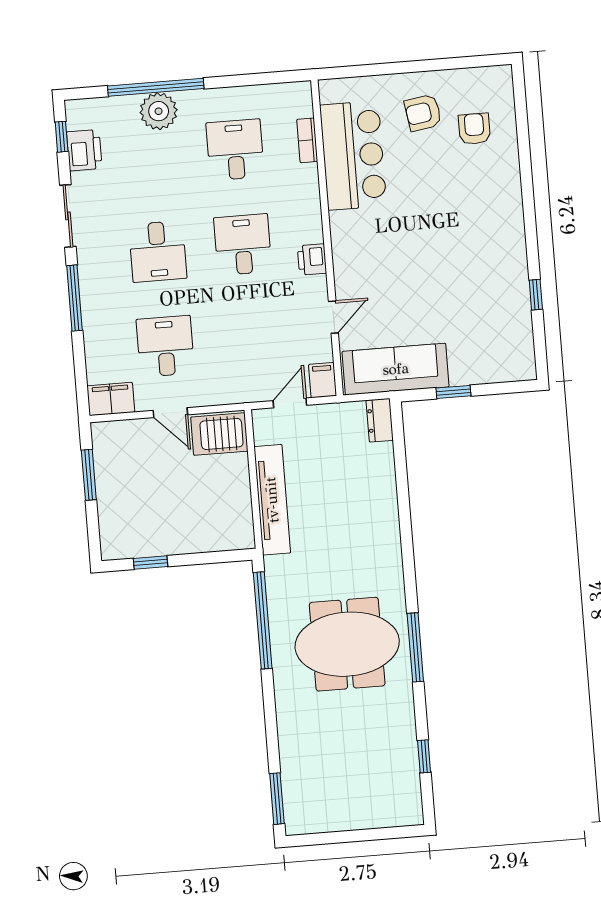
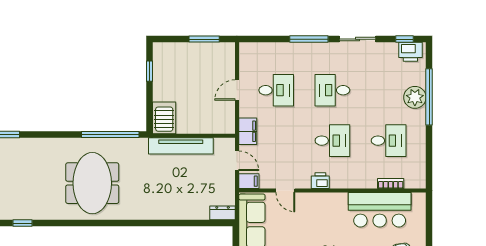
printer: (84, 150) -> (410, 52), moved
filing cabinet: (111, 399) -> (248, 131), moved
server rack: (219, 434) -> (164, 118), moved
window: (415, 647) -> (87, 223), removed

